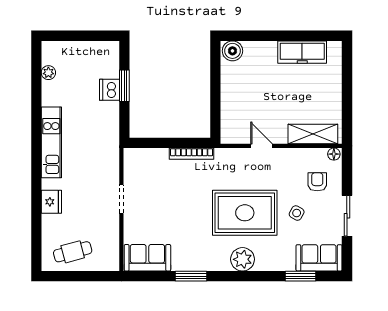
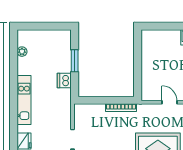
boiler: (232, 51) -> (149, 37), removed
dishwasher: (109, 90) -> (64, 80), moved

